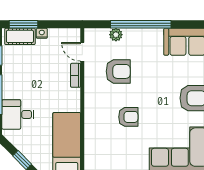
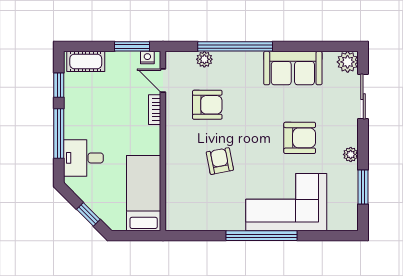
window: (24, 24) -> (132, 46), moved
nightstand: (42, 33) -> (147, 58), moved
armchair: (128, 117) -> (220, 161), turned -101

